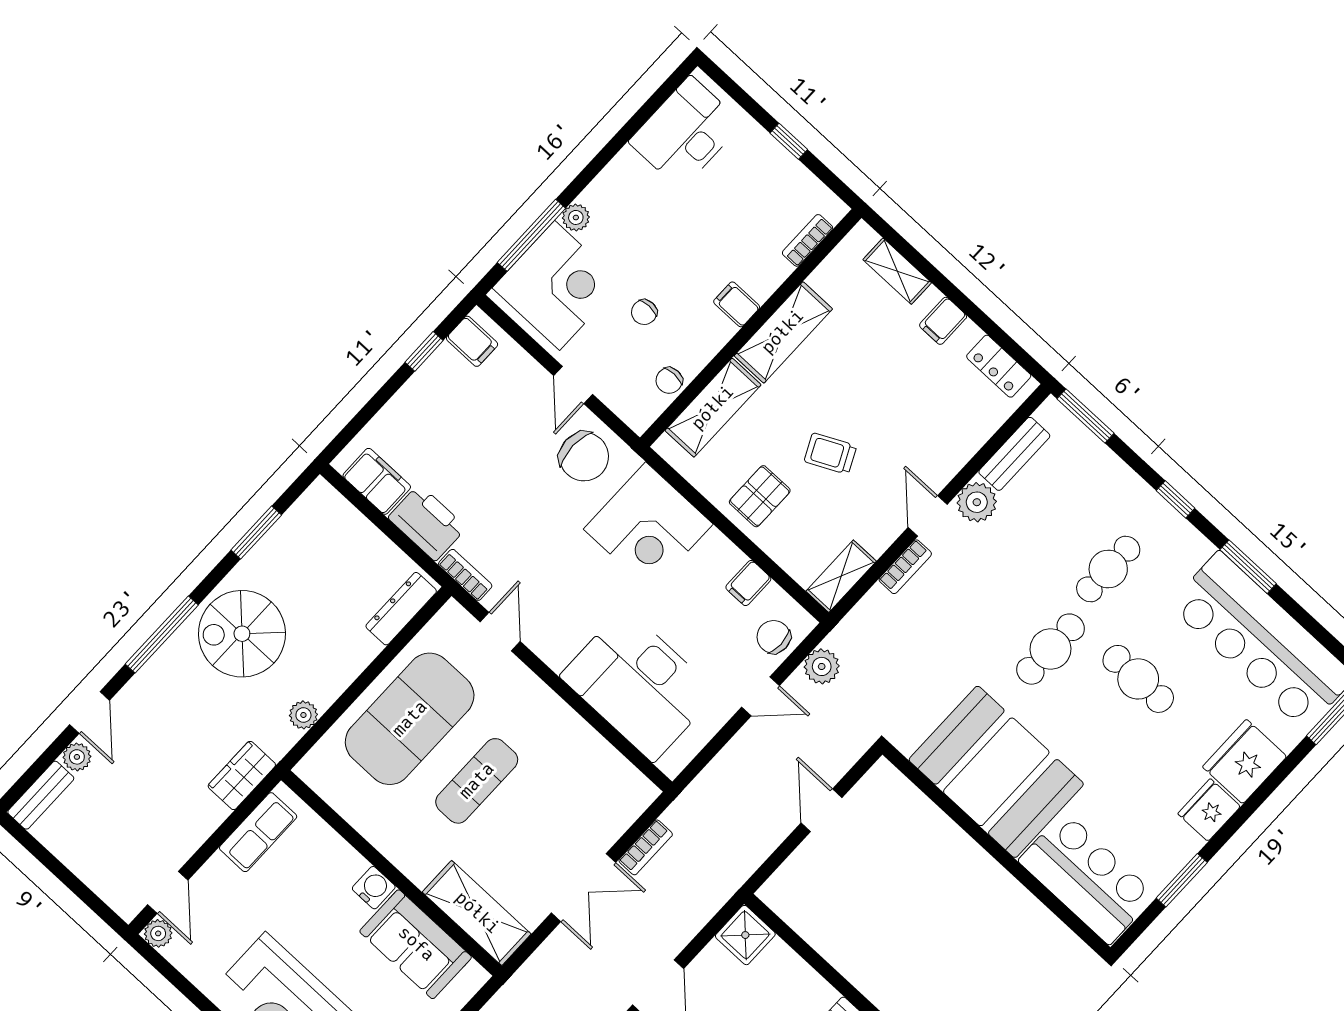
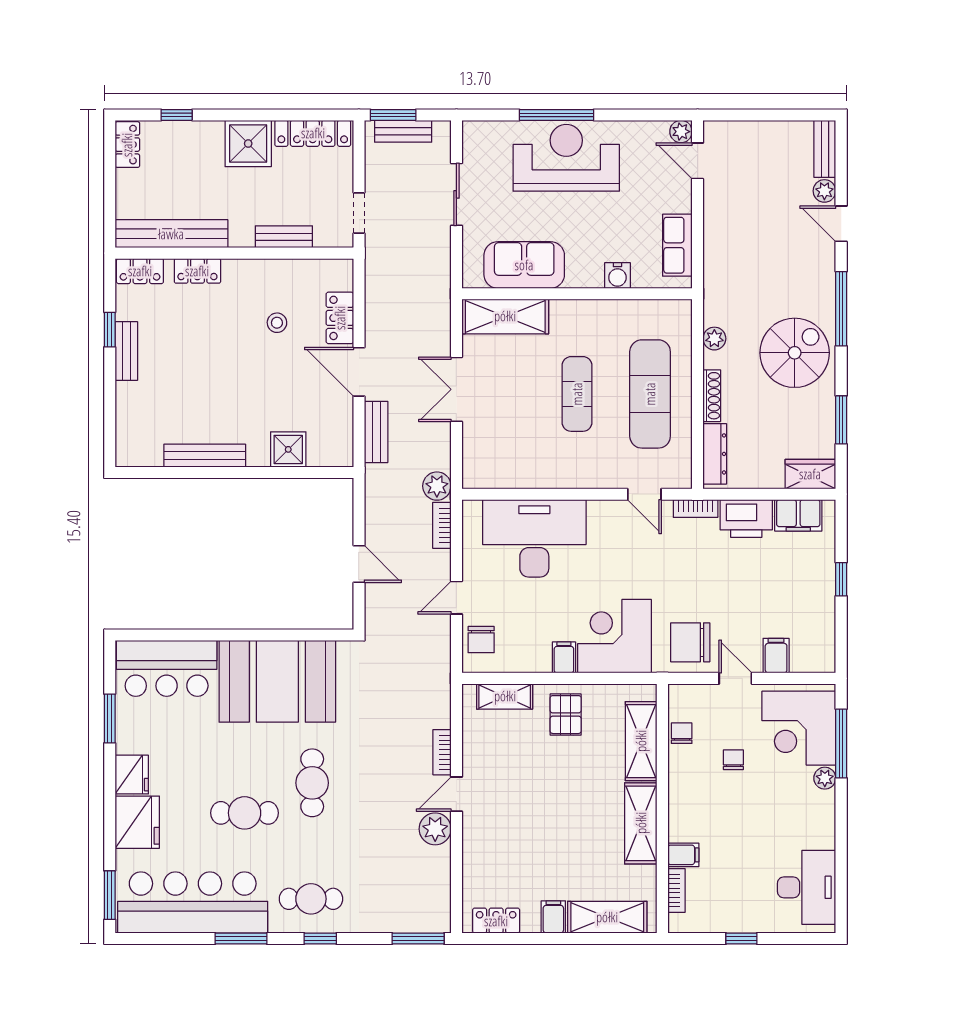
shelving: (897, 271) -> (607, 917), width x1.50, depth x1.33
filing cabinet: (737, 304) -> (683, 855), moved
filing cabinet: (472, 341) -> (776, 656), moved, turned 90
window: (424, 351) -> (841, 579), moved
trolley: (830, 454) -> (547, 778), removed
bench: (1014, 454) -> (376, 432), moved
door: (928, 516) -> (456, 794), swing flipped
cafe table: (1108, 569) -> (311, 899), moved, turned 90
shelving: (841, 576) -> (505, 696), moved, turned 90
filing cabinet: (748, 583) -> (564, 657), moved
chair: (774, 637) -> (481, 640), turned 90
shoe rack: (354, 665) -> (712, 396), added
plant: (822, 666) -> (437, 486), moved
exercise mat: (410, 719) -> (650, 394), width x0.68
wardrobe: (242, 775) -> (810, 474), moved, turned -90
bookcase: (646, 847) -> (442, 525), moved
water cooler: (374, 888) -> (617, 275), moved
shower: (745, 935) -> (288, 449), moved

